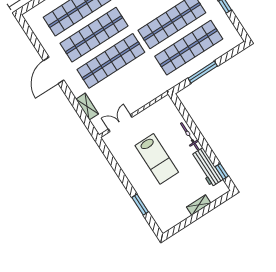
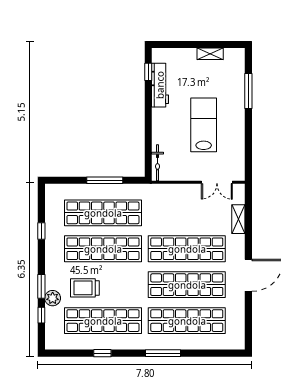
bicycle: (190, 136) -> (158, 163), moved
window: (140, 205) -> (248, 91), width x1.44
shelving: (199, 205) -> (210, 54), moved

